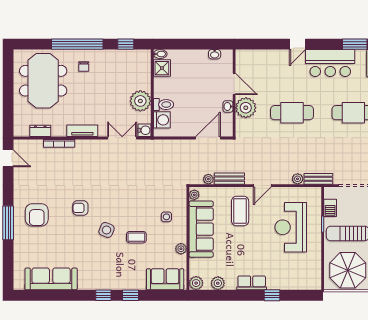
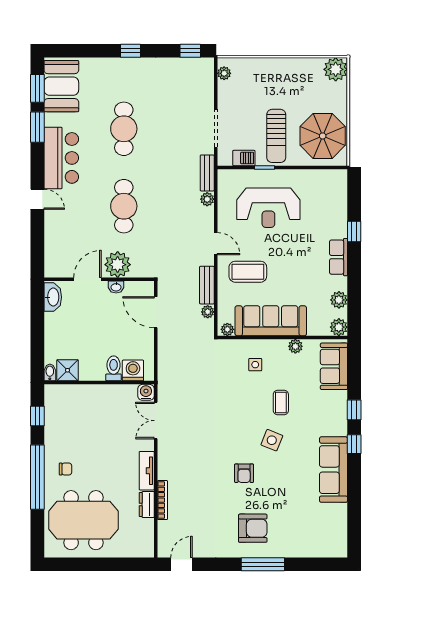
washbasin: (215, 54) -> (53, 297), width x1.91, depth x1.45
plant: (140, 101) -> (109, 398), removed
dresser: (40, 131) -> (147, 504), moved
sofa: (51, 279) -> (334, 470), moved

